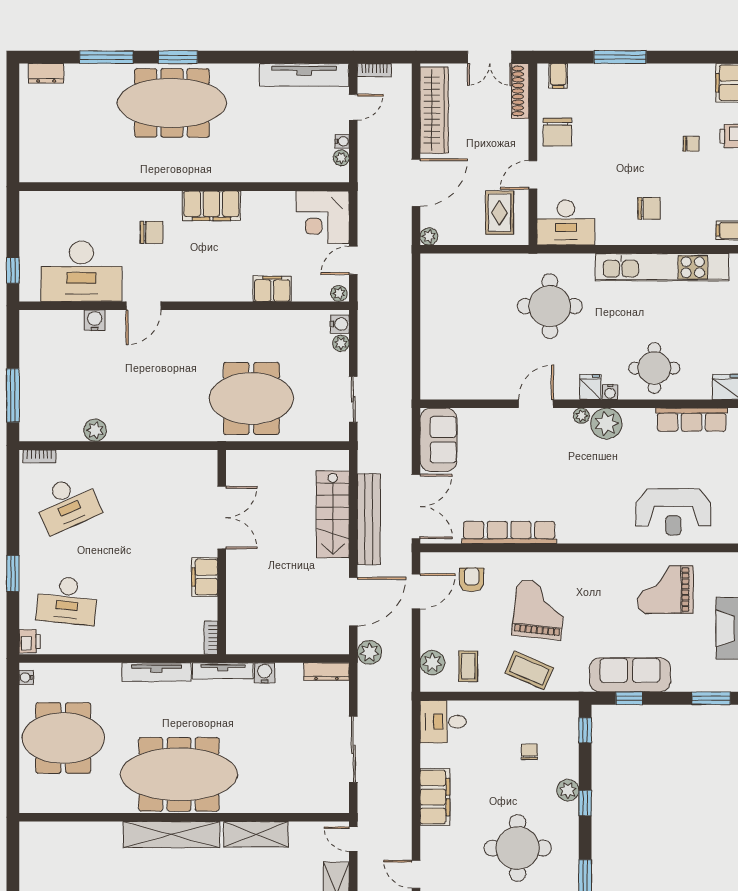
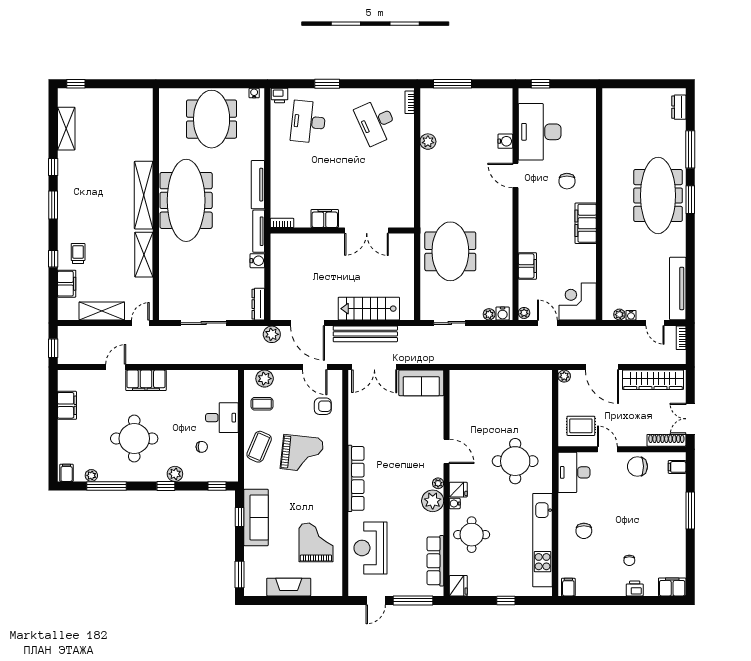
row of seats: (509, 532) -> (356, 478), moved
desk: (443, 722) -> (222, 418), moved, turned 90
filing cabinet: (435, 797) -> (146, 380), moved

